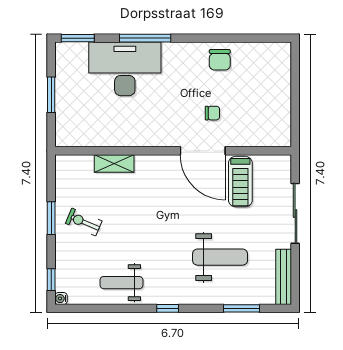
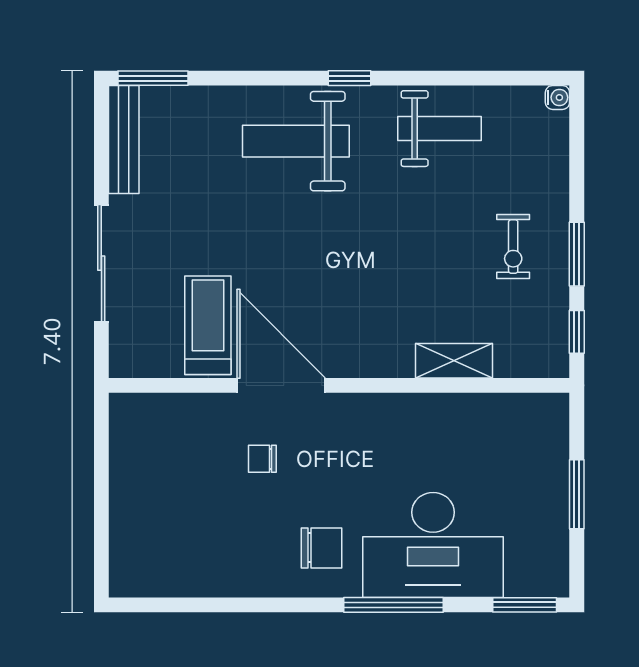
chair: (220, 60) -> (322, 548), moved, turned 90
exercise bike: (84, 222) -> (513, 246), turned 67
weight bench: (220, 257) -> (296, 141), moved
window: (51, 280) -> (577, 332), moved
window: (241, 308) -> (153, 78), moved

